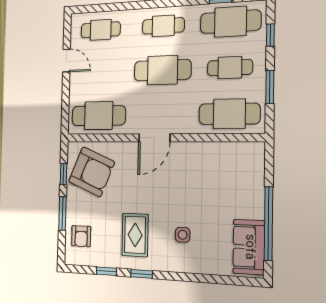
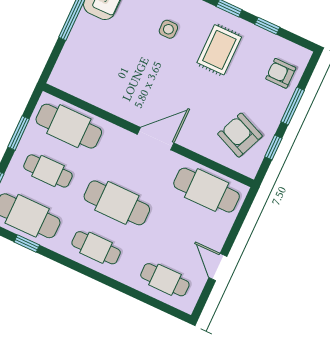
armchair: (92, 172) -> (240, 135), width x0.73, depth x0.73
armchair: (81, 236) -> (281, 73), turned -90

